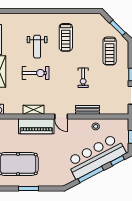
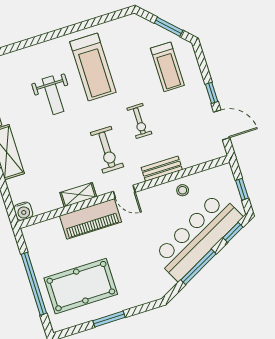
treadmill: (66, 37) -> (93, 67), width x1.37, depth x1.38
exercise bike: (36, 73) -> (107, 150), moved, turned 90

